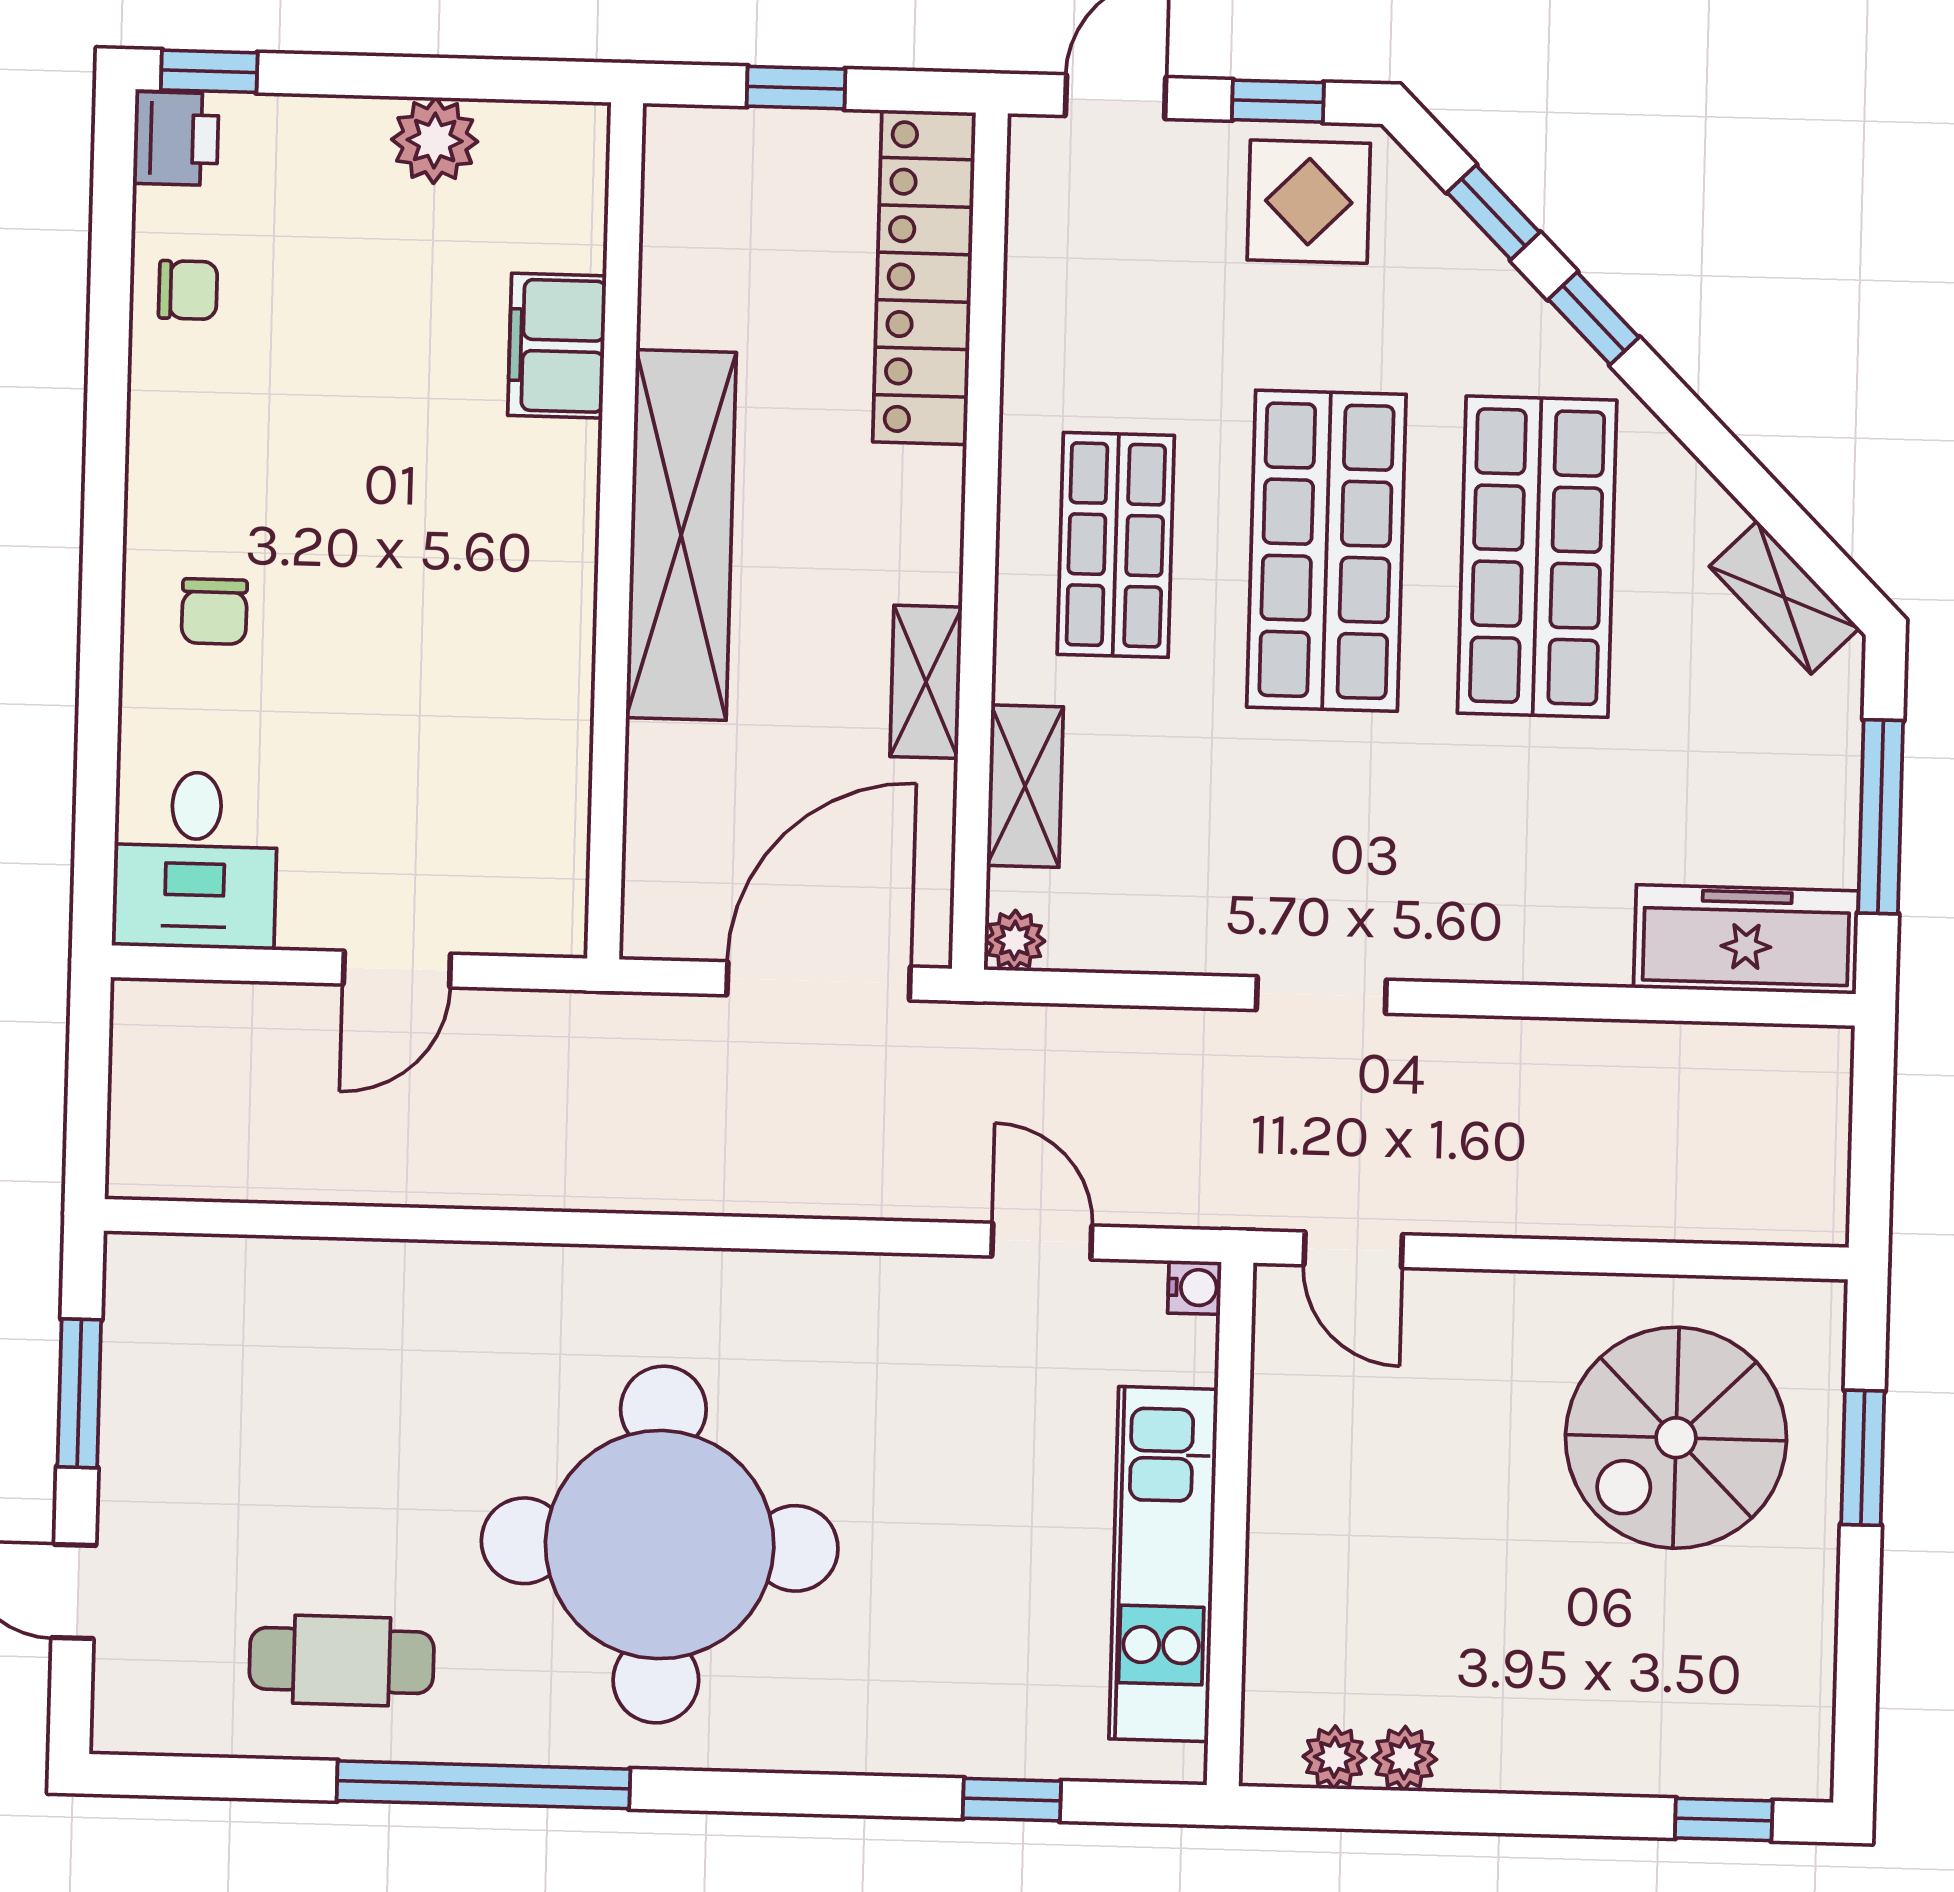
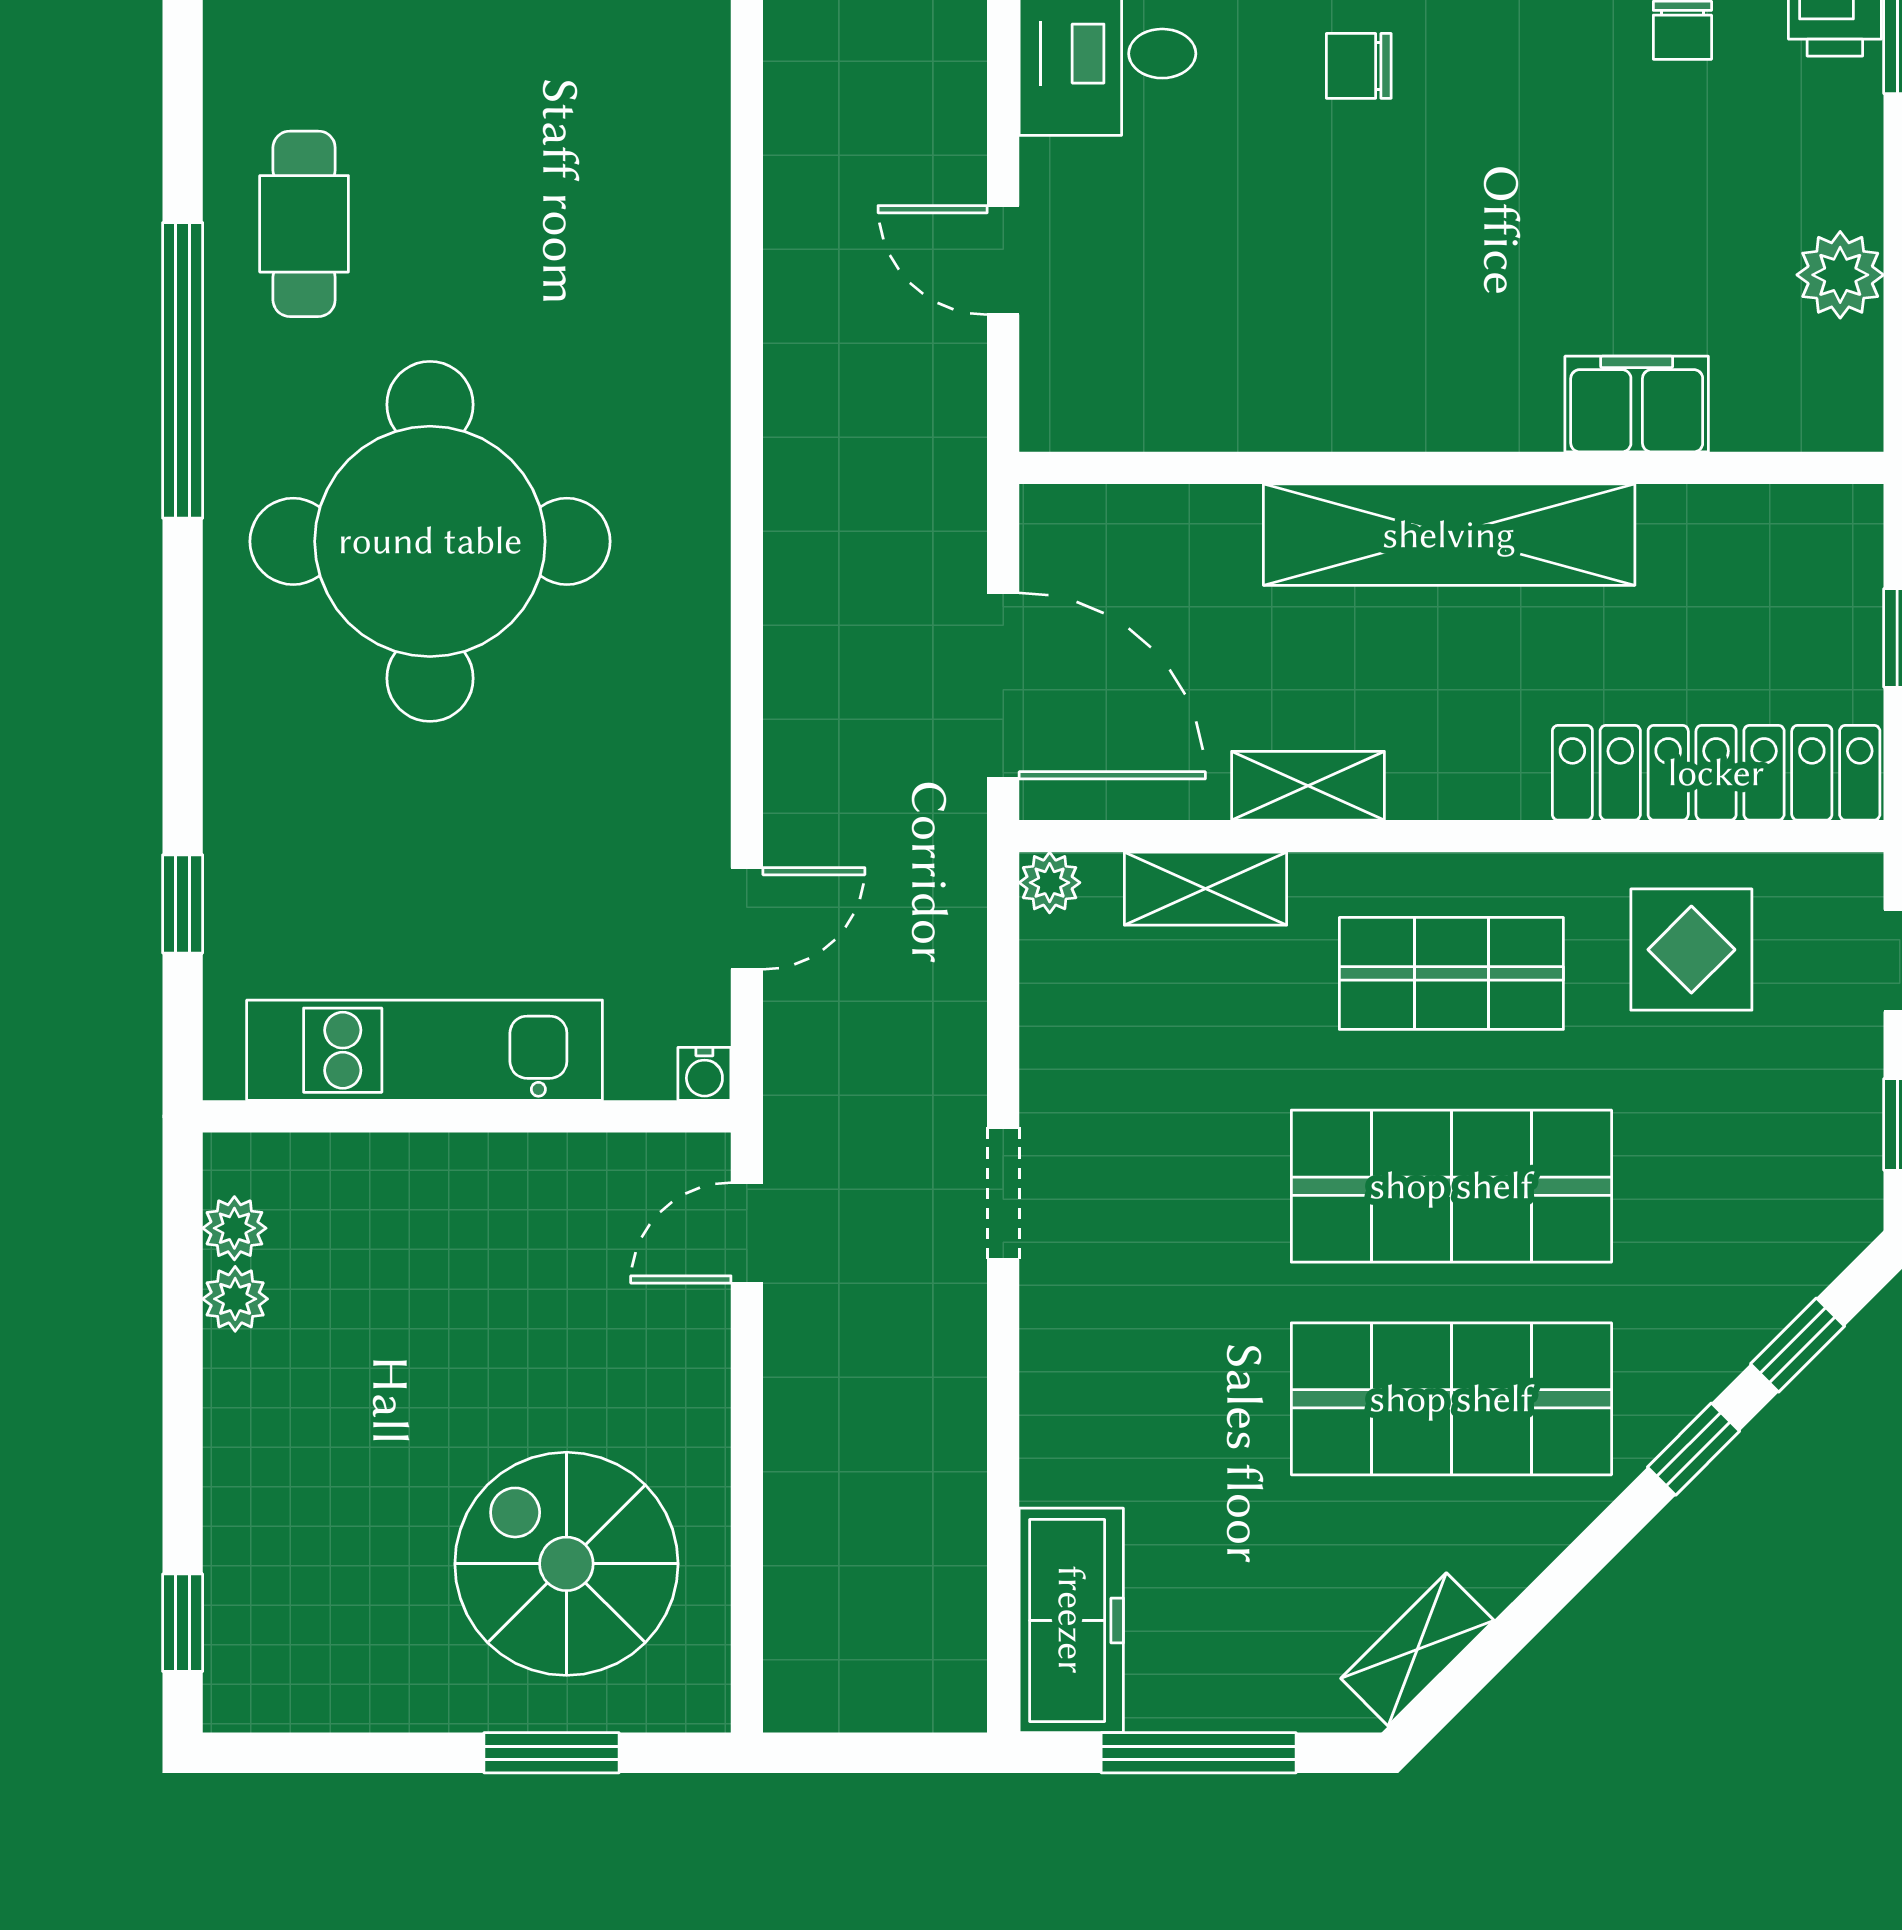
display table: (1309, 202) -> (1691, 950), moved

